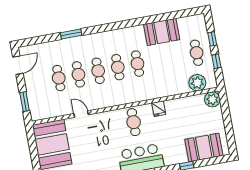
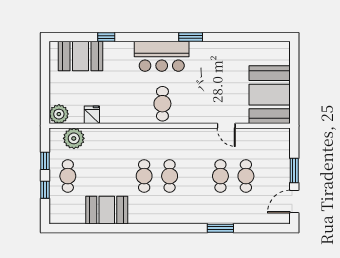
cafe table: (98, 71) -> (195, 176), removed
window: (25, 102) -> (294, 171), moved
fridge: (159, 109) -> (92, 115), moved

